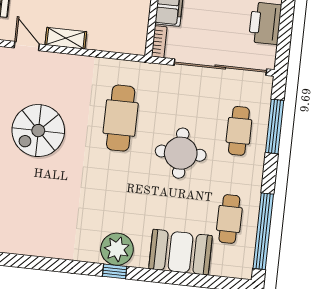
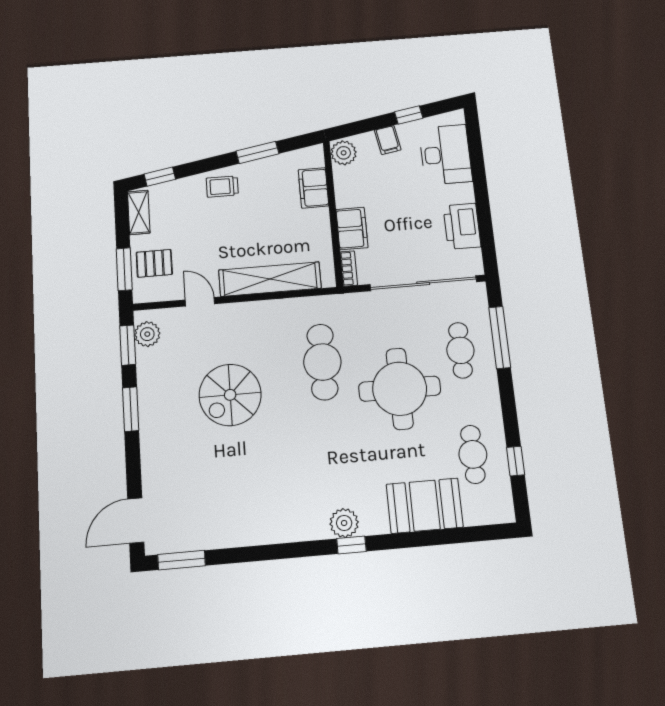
shelving: (66, 38) -> (270, 279), width x2.20, depth x1.33
round table: (181, 153) -> (400, 389), width x1.36, depth x1.36
window: (263, 231) -> (516, 461), width x0.32
plant: (117, 249) -> (344, 523), width x0.73, depth x0.73

